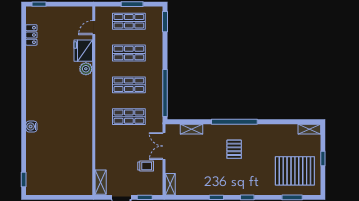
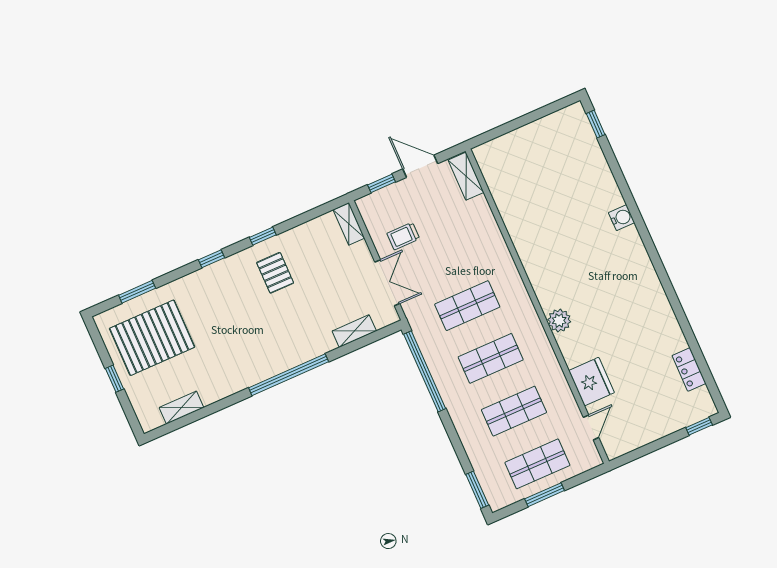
plant: (86, 69) -> (559, 321), moved
shelving: (309, 129) -> (181, 408), moved
pallet: (234, 149) -> (275, 273), moved

